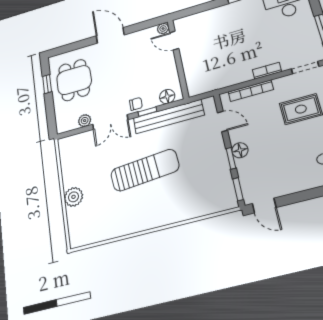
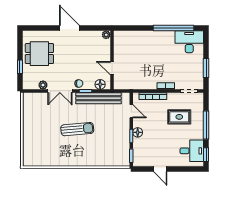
door: (174, 41) -> (112, 68), moved
dining table: (74, 80) -> (39, 54), turned 90
window: (47, 84) -> (20, 67), moved
sun lounger: (145, 170) -> (77, 129), width x0.73, depth x0.75
plant: (73, 197) -> (29, 134), removed
door: (264, 206) -> (160, 169), moved

